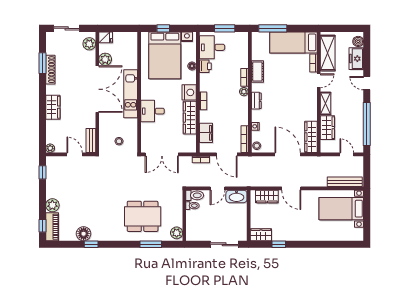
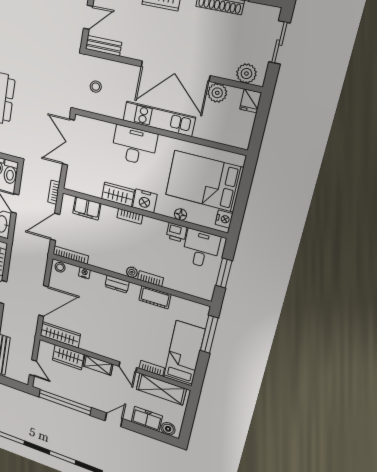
window: (163, 28) -> (244, 189), removed
desk: (152, 111) -> (134, 145), width x1.37
wardrobe: (190, 118) -> (118, 194), width x0.67
door: (347, 154) -> (33, 368), hinge flipped

